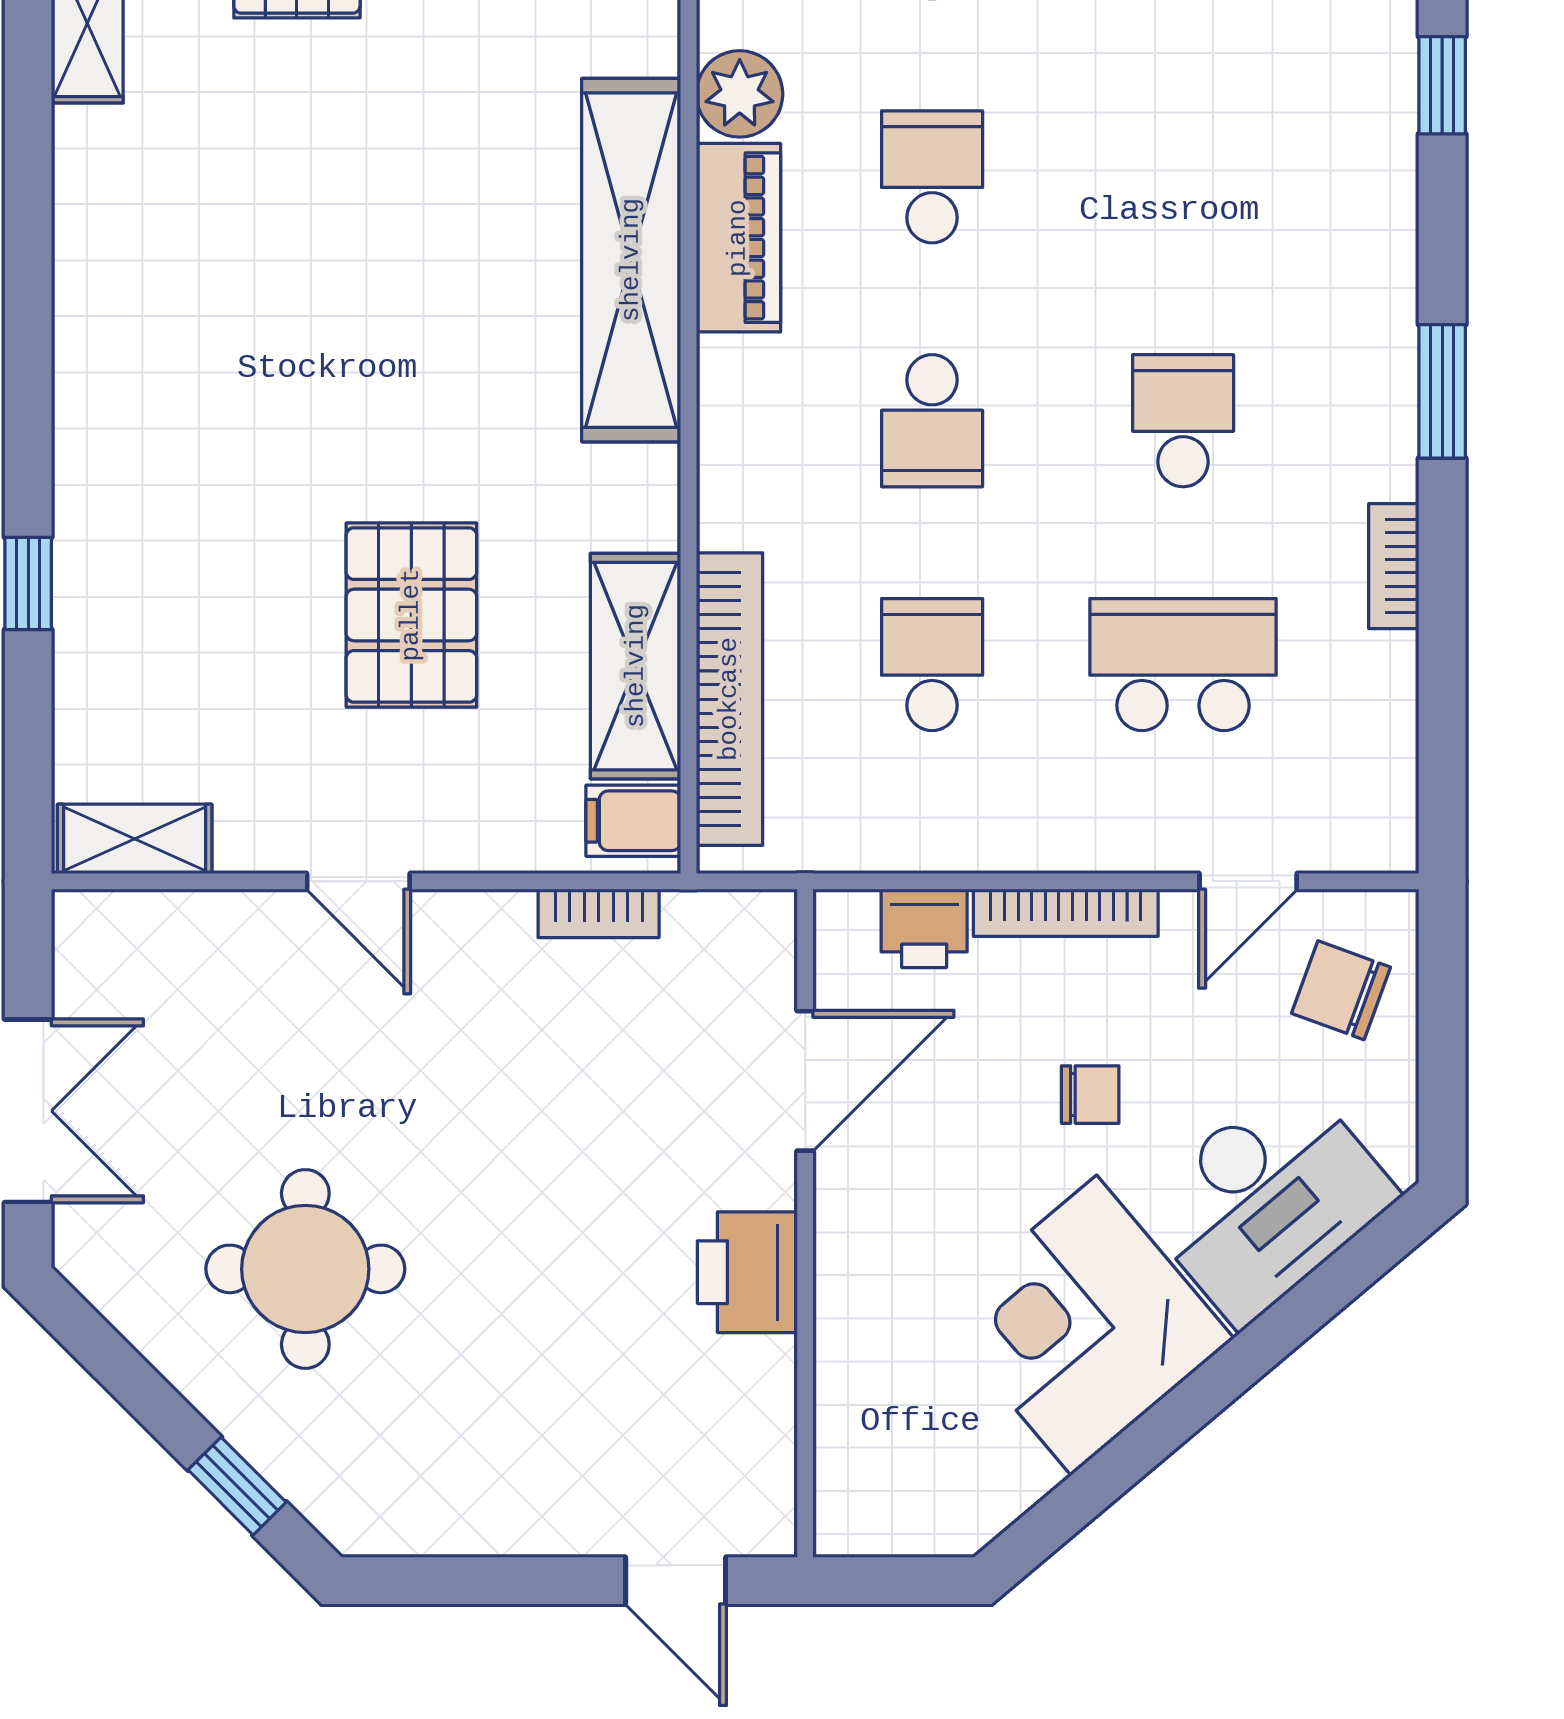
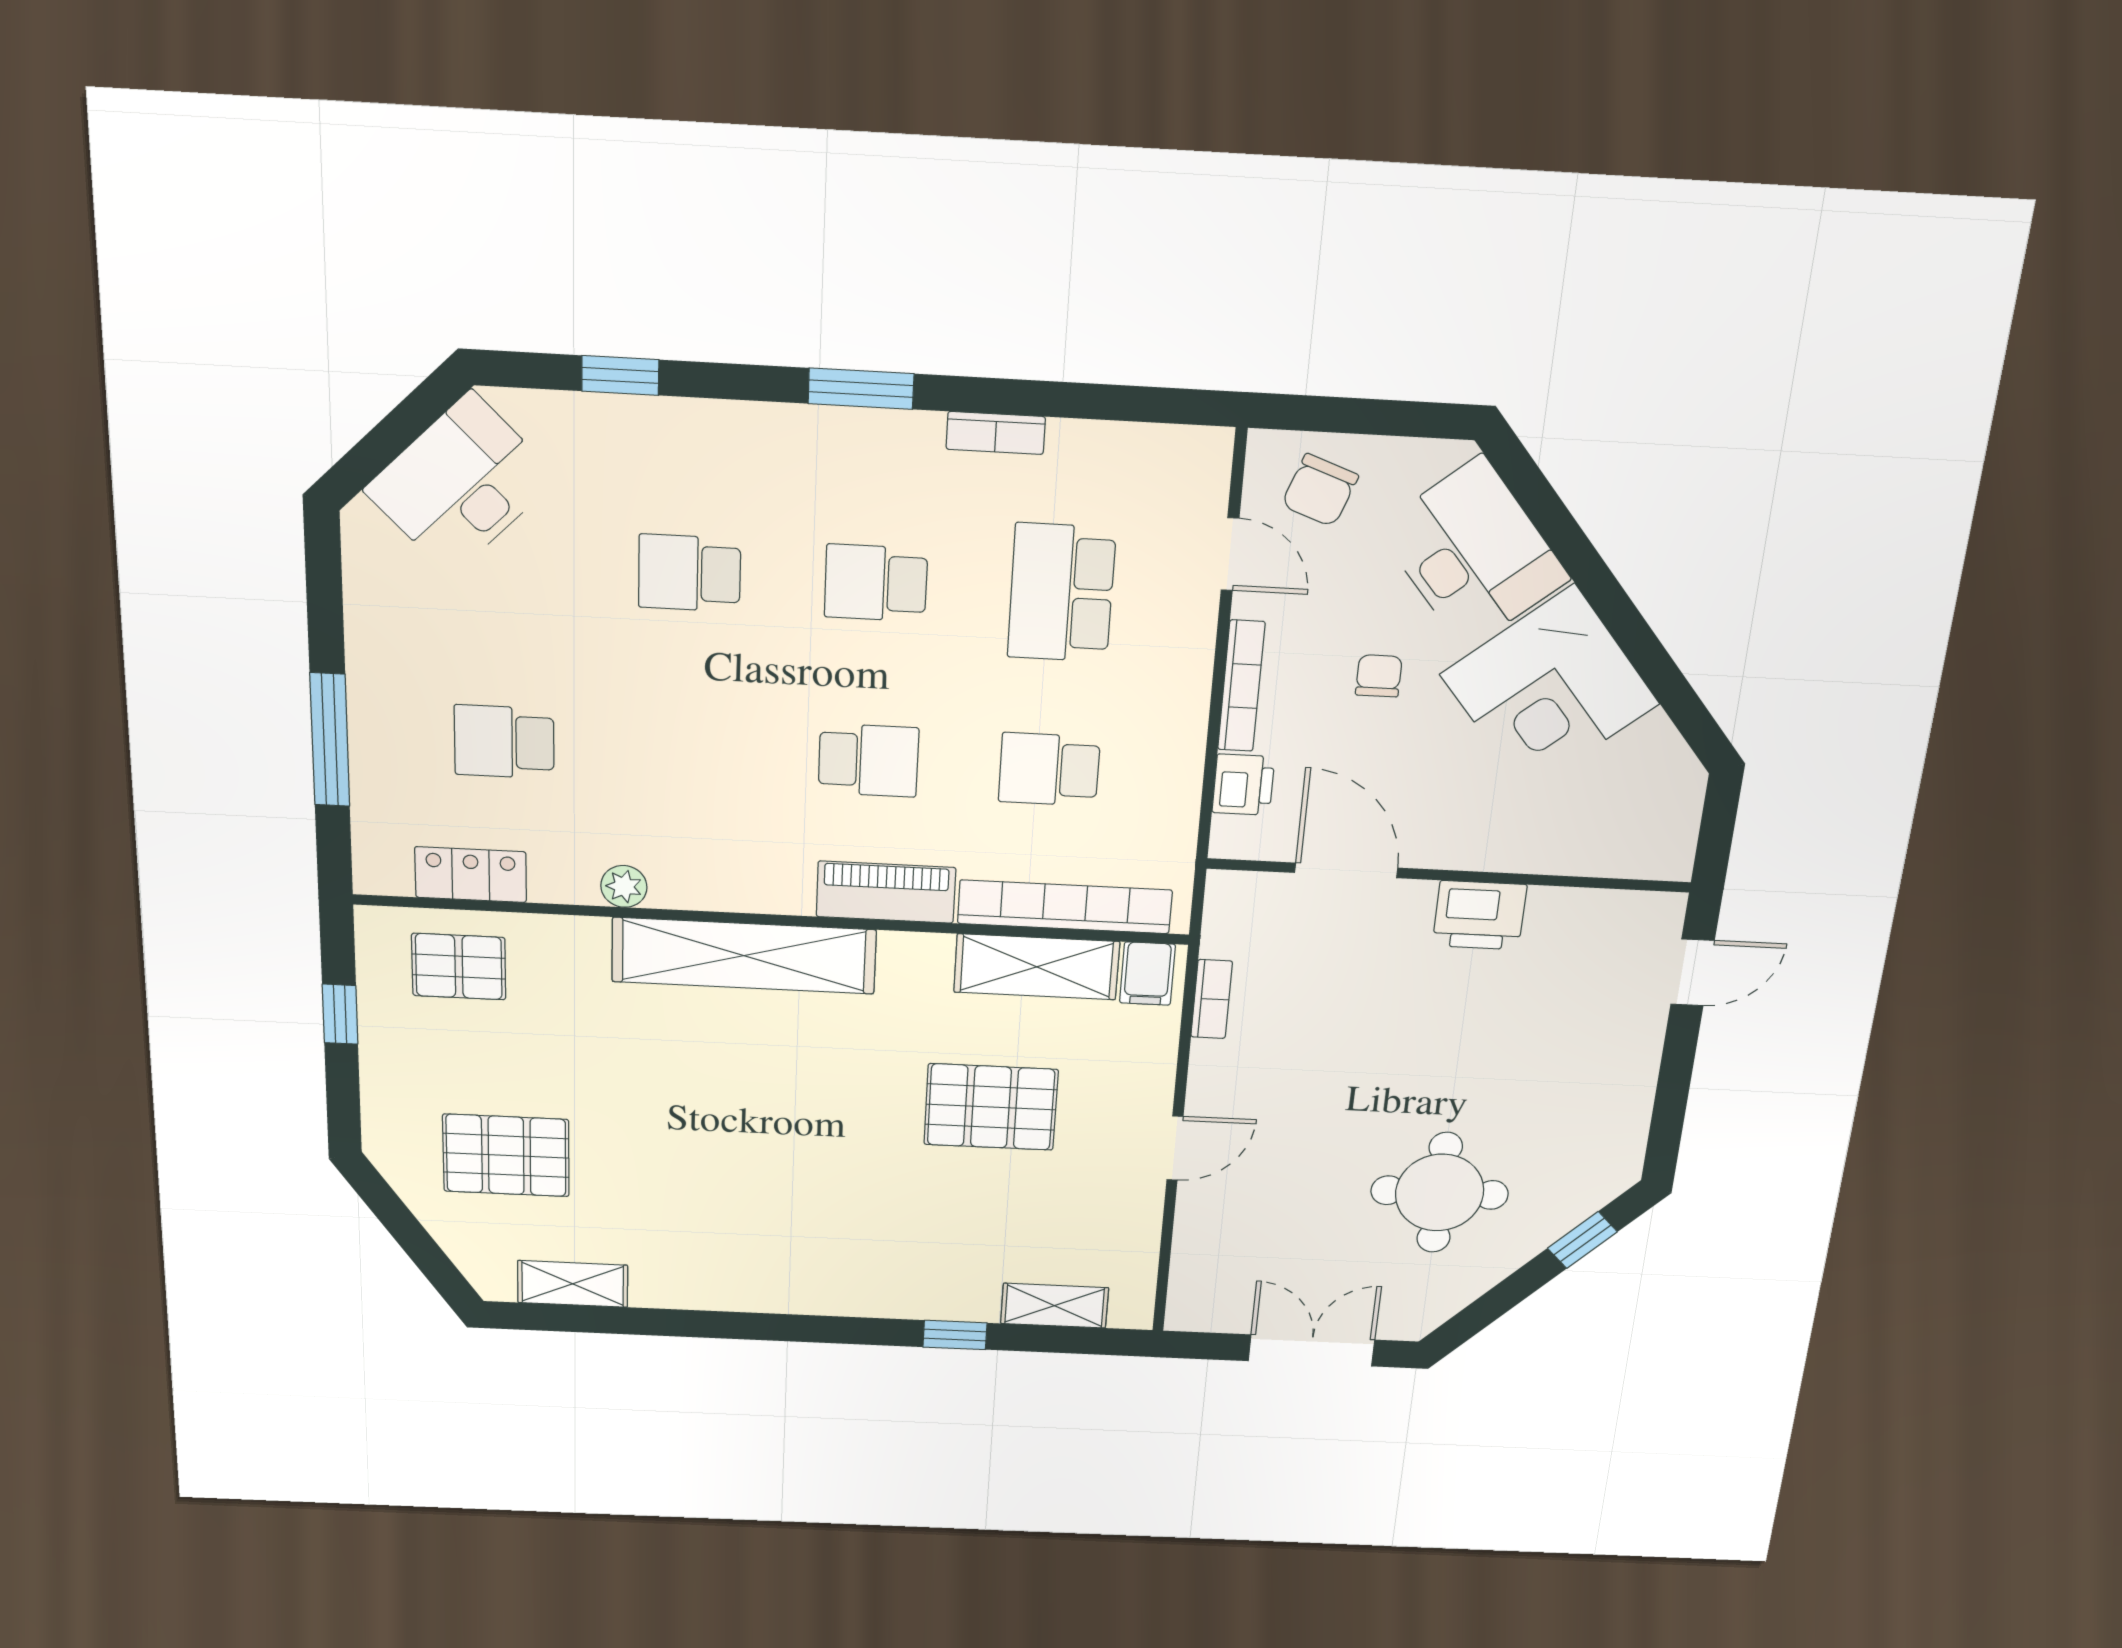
plant: (740, 94) -> (624, 886), width x0.73, depth x0.73
school desk: (932, 177) -> (689, 573), moved
piano: (738, 238) -> (886, 892), moved
shelving: (135, 839) -> (1055, 1306), moved, turned 90

